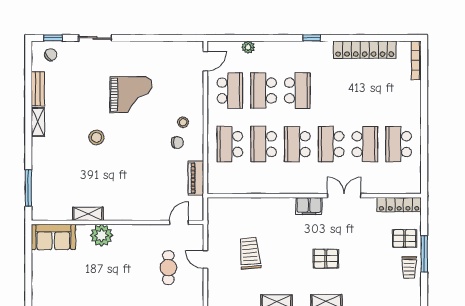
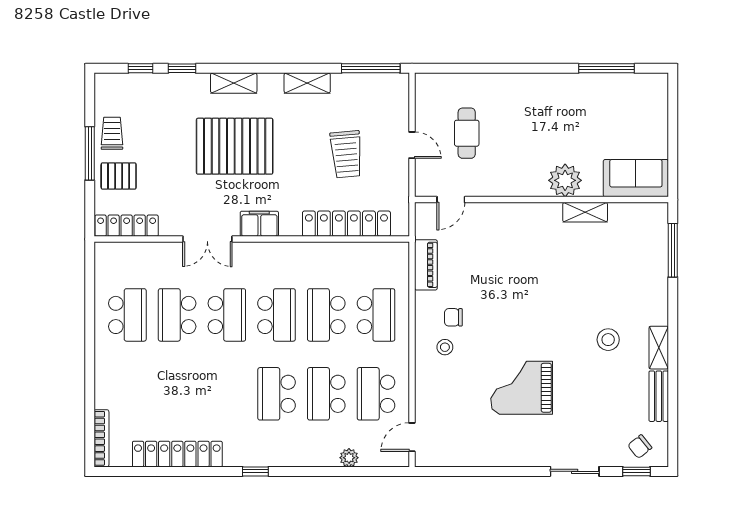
school desk: (264, 91) -> (326, 394), turned 180
stool: (96, 137) -> (608, 340), moved
school desk: (264, 144) -> (326, 315), turned 180
locker: (250, 206) -> (346, 224), added
pallet: (326, 259) -> (235, 146), width x2.05, depth x2.00

